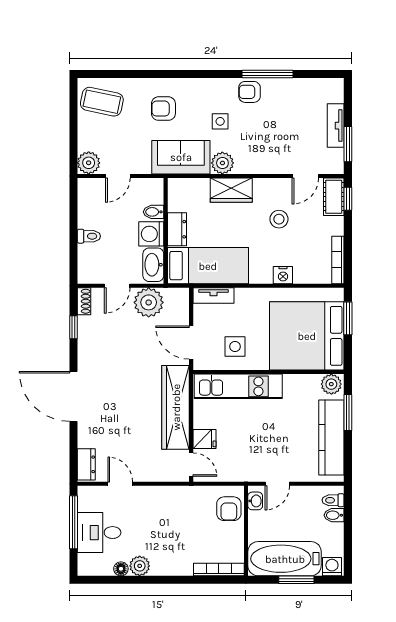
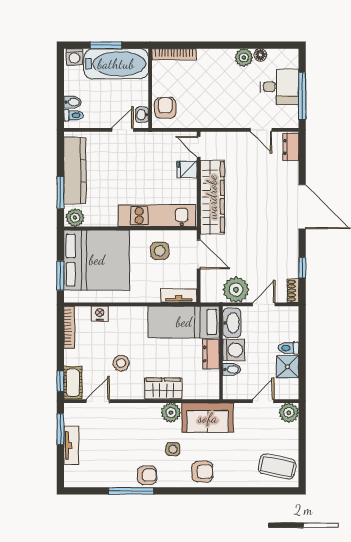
armchair: (163, 109) -> (202, 472), moved
shower: (90, 215) -> (287, 367), added
nightstand: (283, 275) -> (100, 314), moved

